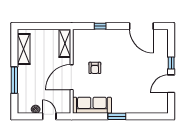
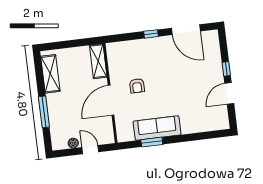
window: (100, 26) -> (151, 34), moved
sofa: (92, 105) -> (157, 128), moved
window: (117, 116) -> (152, 142), moved

